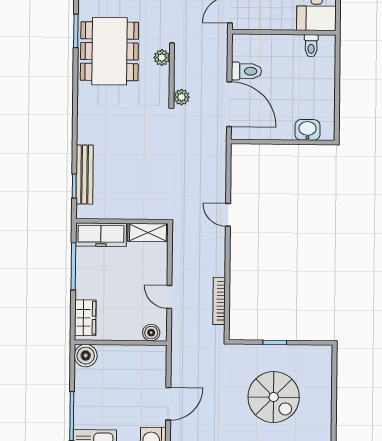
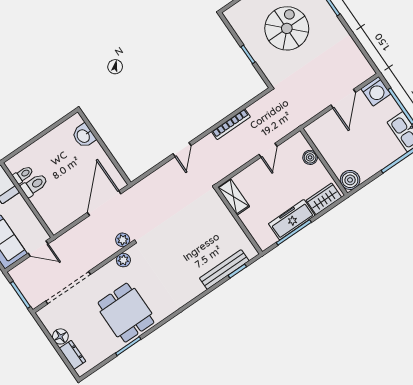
dining table: (109, 51) -> (126, 313), width x0.73
plant: (162, 58) -> (123, 260), moved
toilet: (246, 71) -> (34, 185), moved, turned 90
freezer: (101, 235) -> (292, 220), moved, turned -90
bookcase: (219, 301) -> (231, 124), moved
boiler: (151, 333) -> (310, 157), moved
door: (168, 404) -> (343, 99), swing flipped

